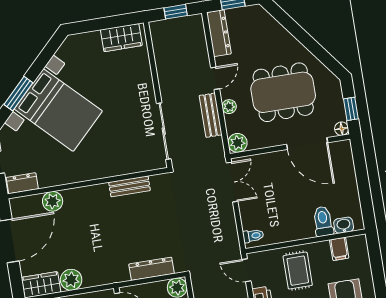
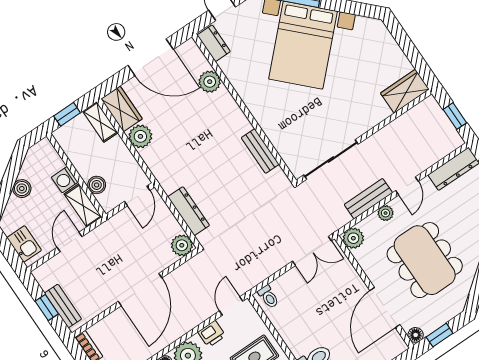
wardrobe: (121, 38) -> (405, 91), moved, turned 90
door: (215, 78) -> (407, 186), hinge flipped

